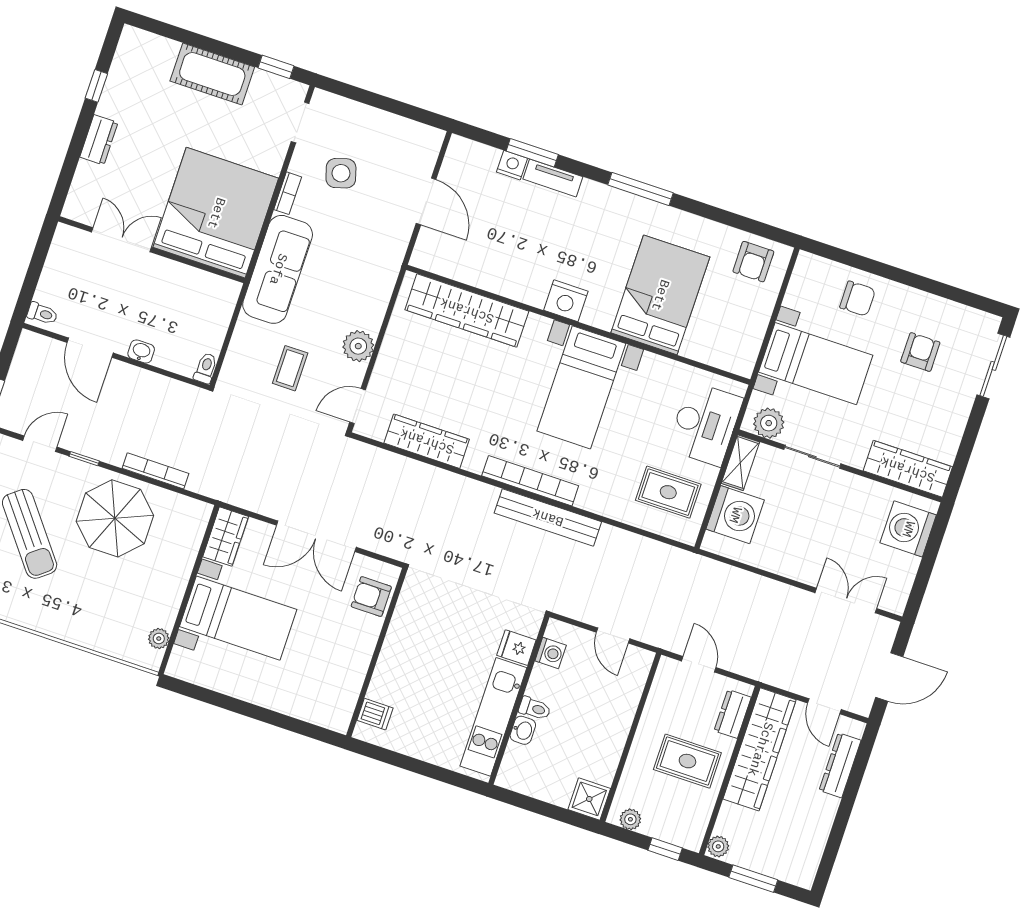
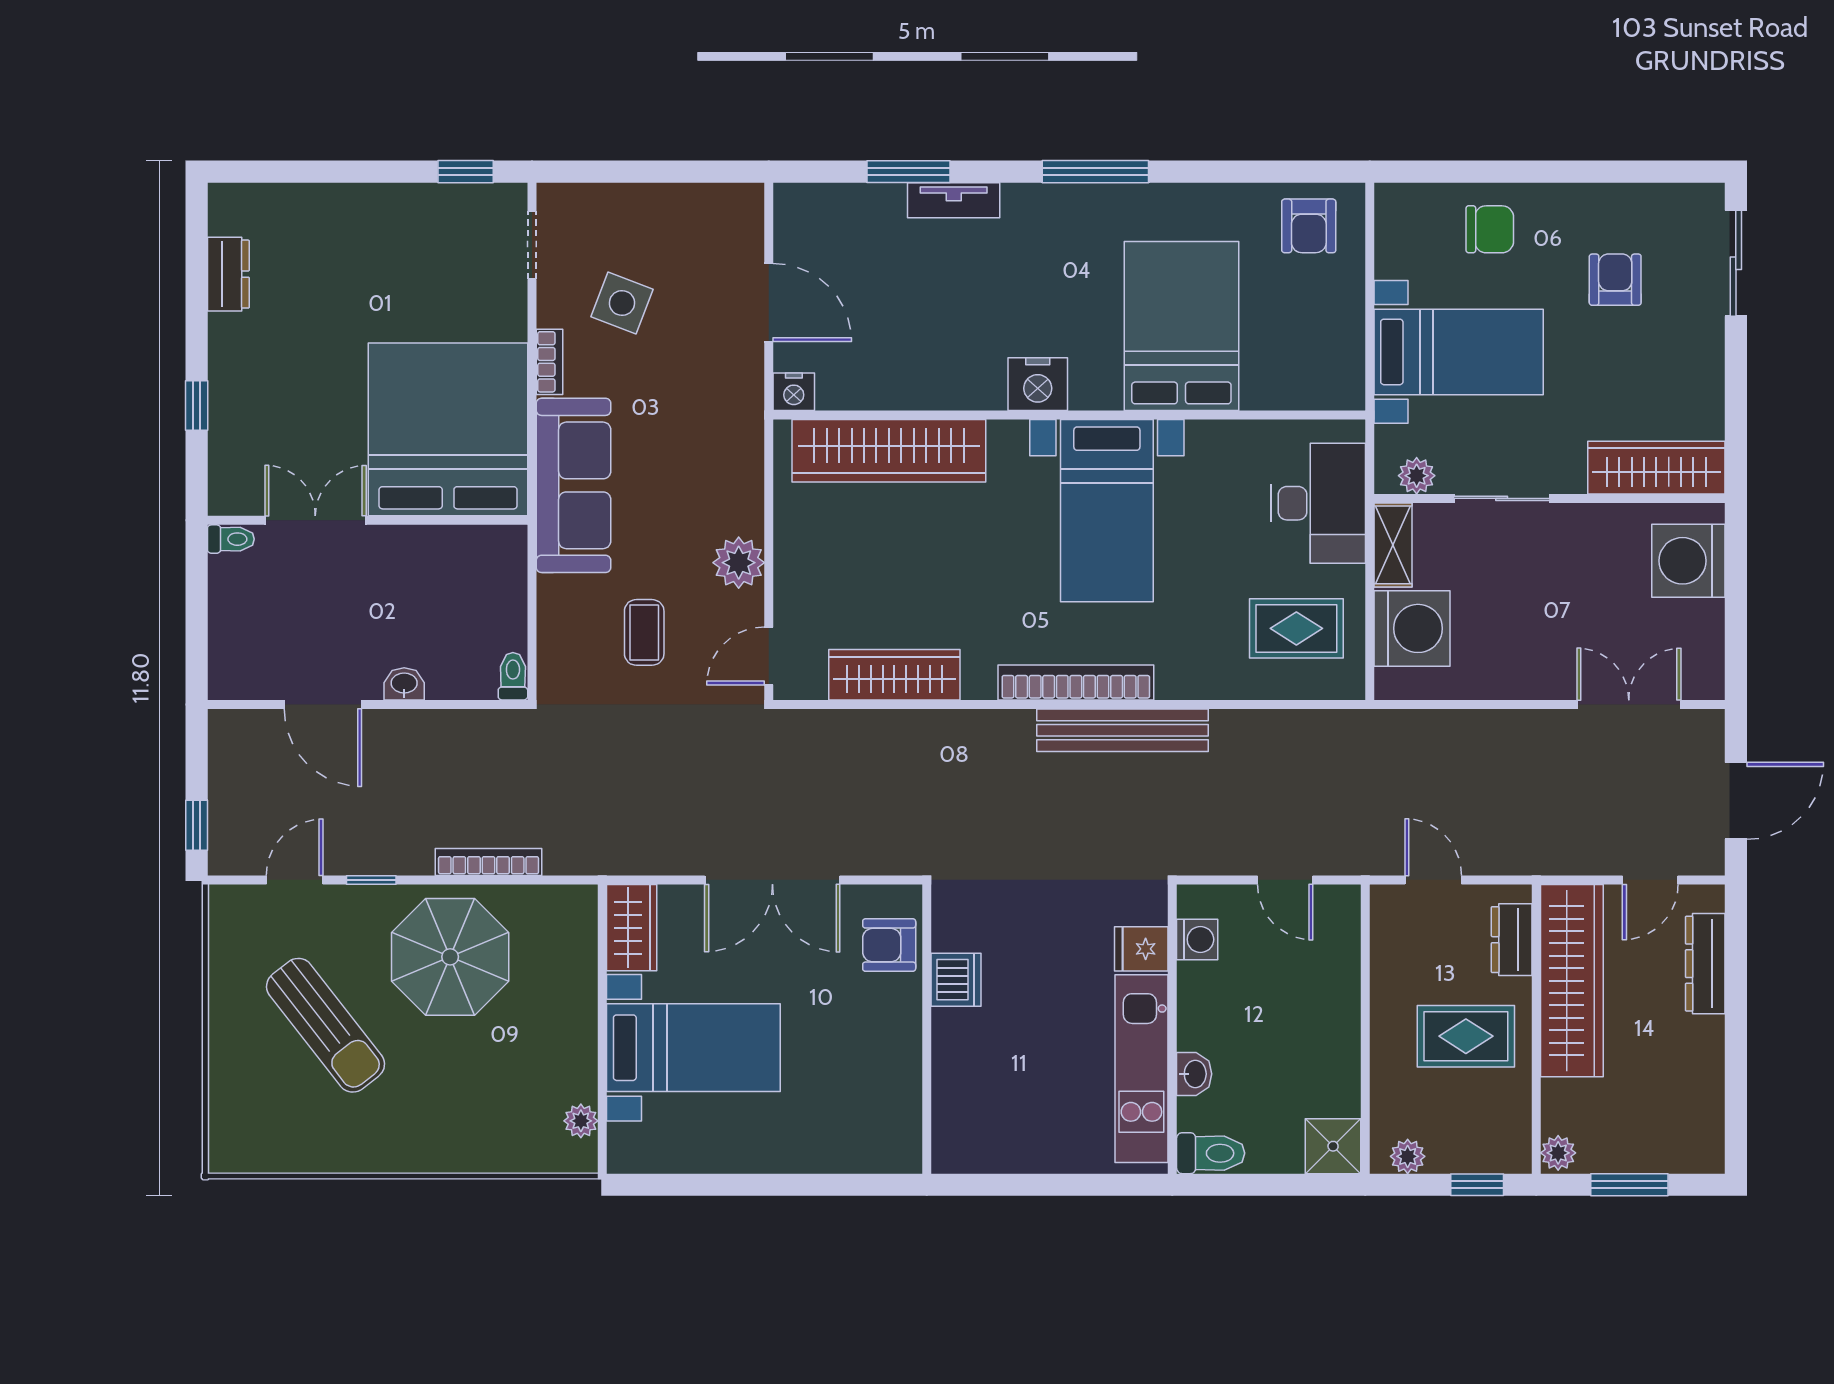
cot: (212, 74) -> (370, 216), removed
window: (96, 86) -> (197, 406), moved
dresser: (99, 140) -> (228, 274), moved
nightstand: (512, 165) -> (794, 392), moved, turned 180
side table: (341, 173) -> (622, 303), turned 38
toilet: (42, 314) -> (231, 539), moved
plant: (769, 423) -> (1417, 476), width x0.73, depth x0.73
door: (824, 706) -> (1650, 880), hinge flipped
toilet: (535, 708) -> (1211, 1153), moved, width x1.37, depth x1.39
dishwasher: (375, 714) -> (956, 980), moved, width x1.38

